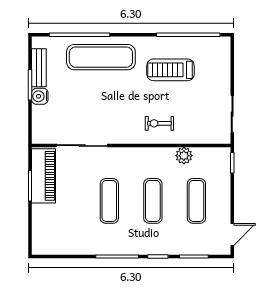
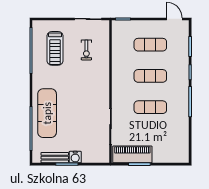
treadmill: (171, 70) -> (55, 48), moved
exercise bike: (159, 123) -> (86, 50), moved
plant: (184, 156) -> (118, 54), removed

